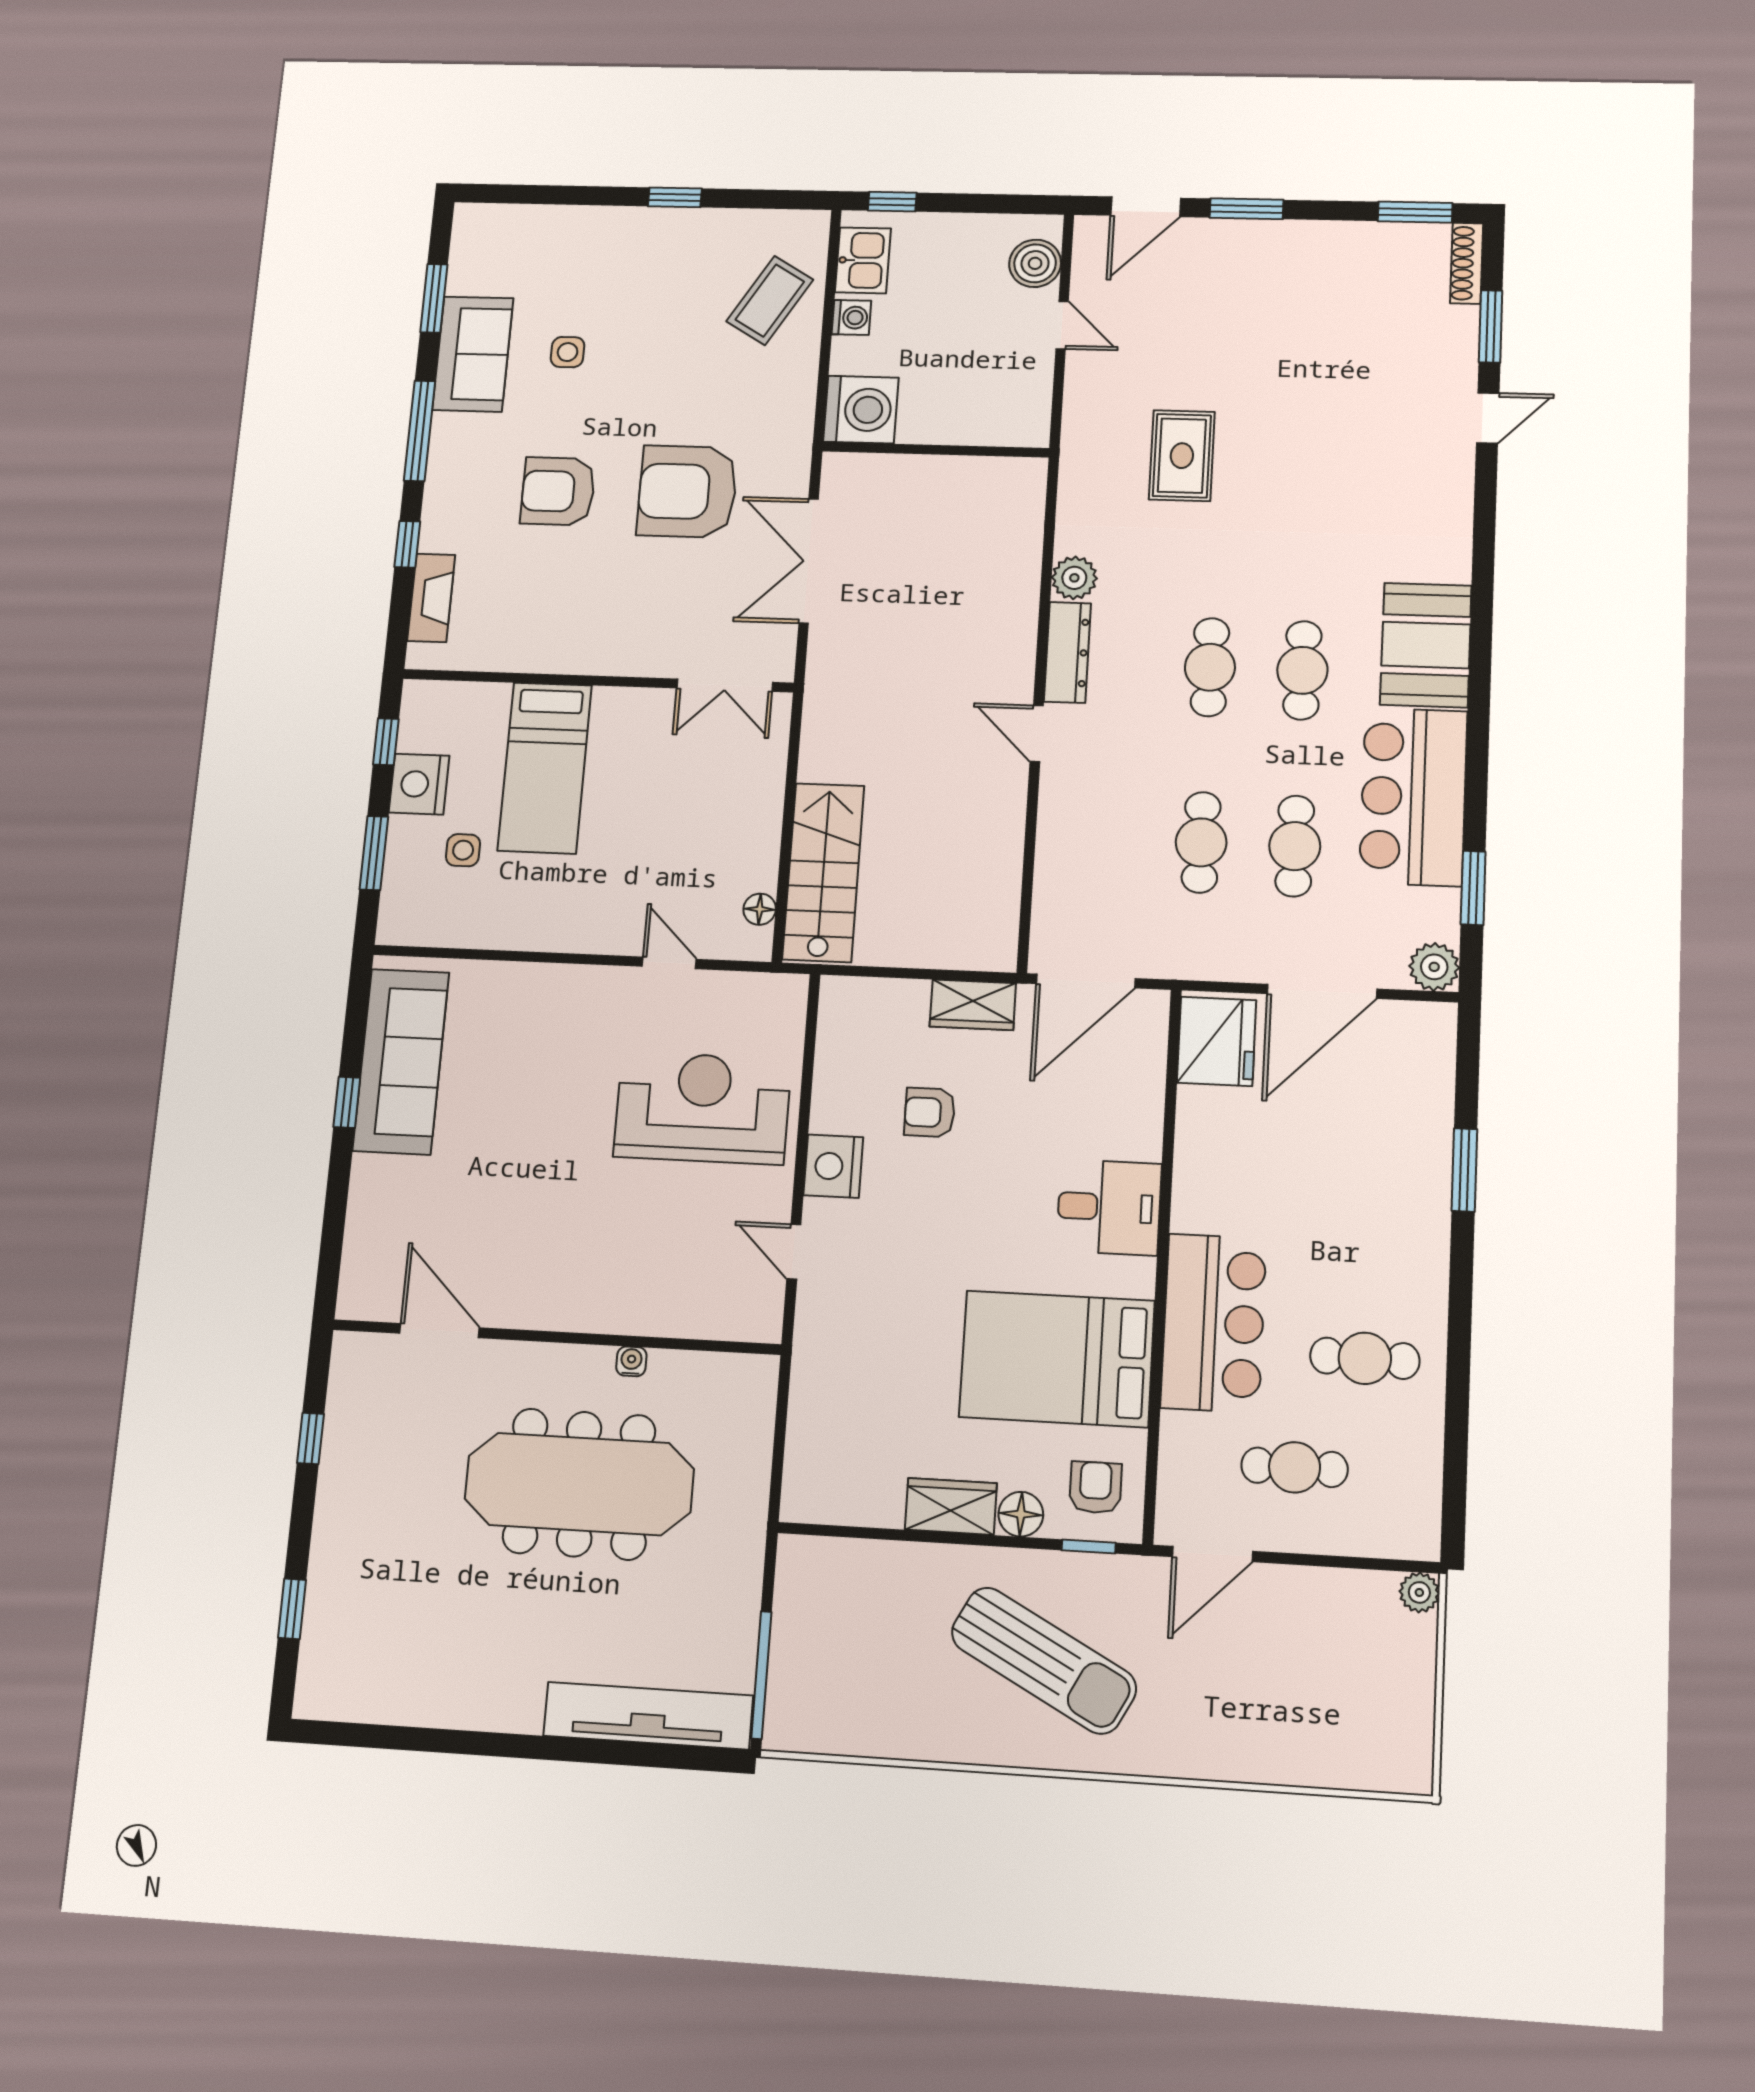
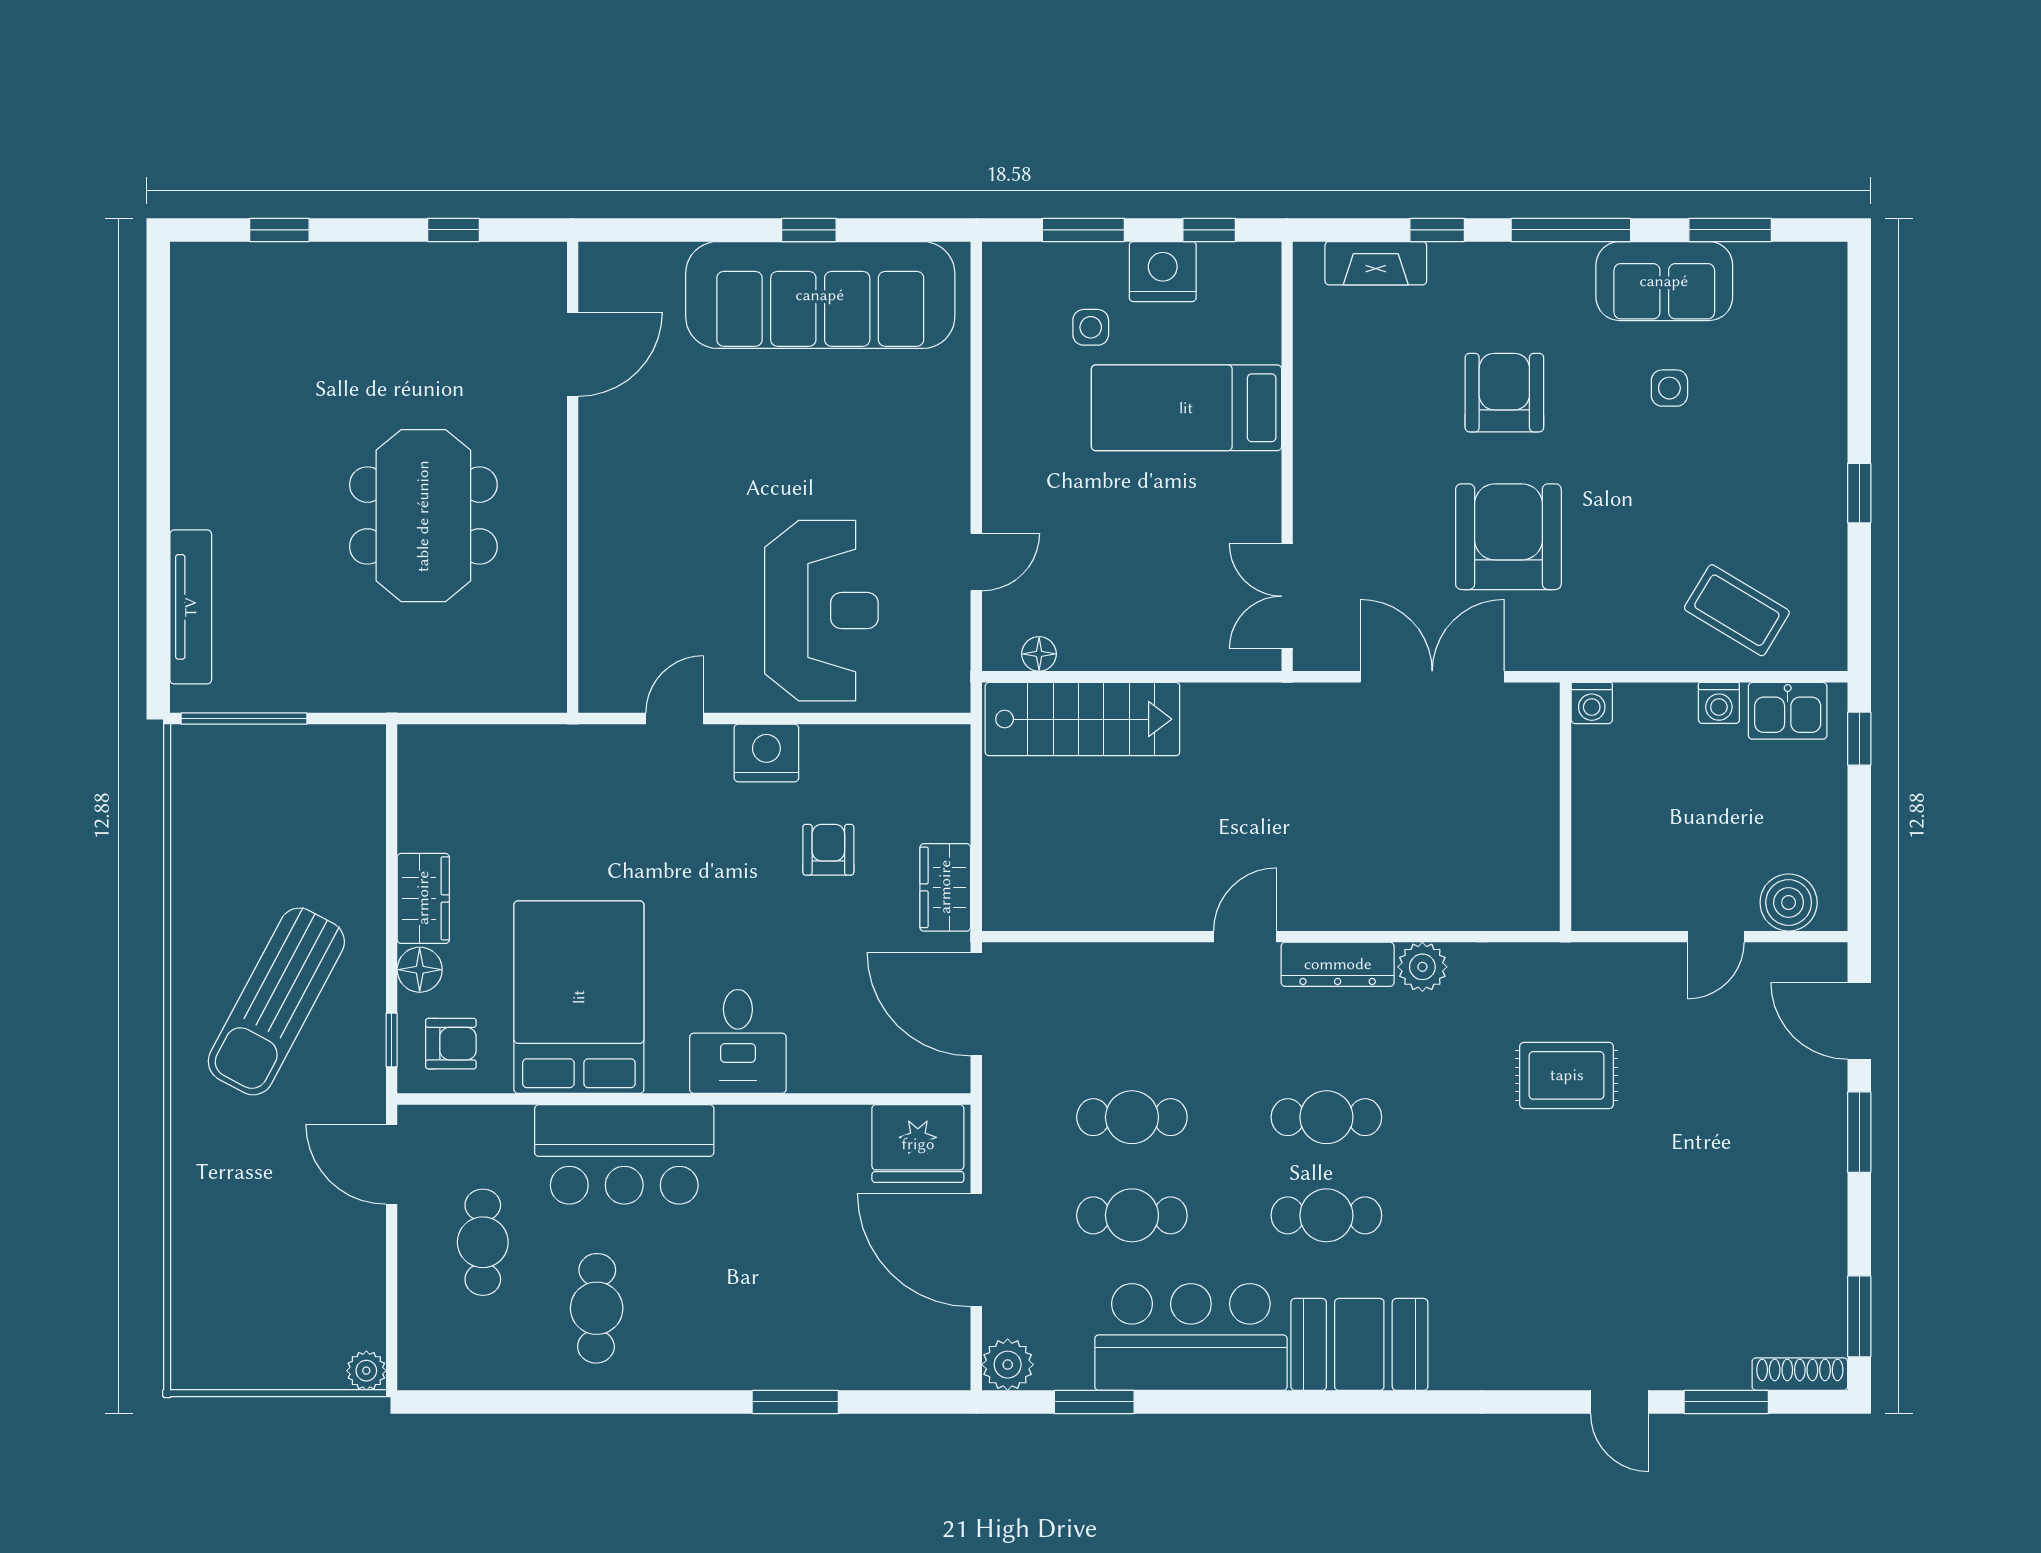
washing machine: (861, 410) -> (1592, 703), width x0.53, depth x0.53
sofa: (401, 1061) -> (820, 295), width x1.36, depth x1.27
water cooler: (631, 1361) -> (552, 559), removed
meeting table: (579, 1484) -> (423, 516), width x0.73
tv unit: (648, 1716) -> (191, 607), width x0.73, depth x0.78

